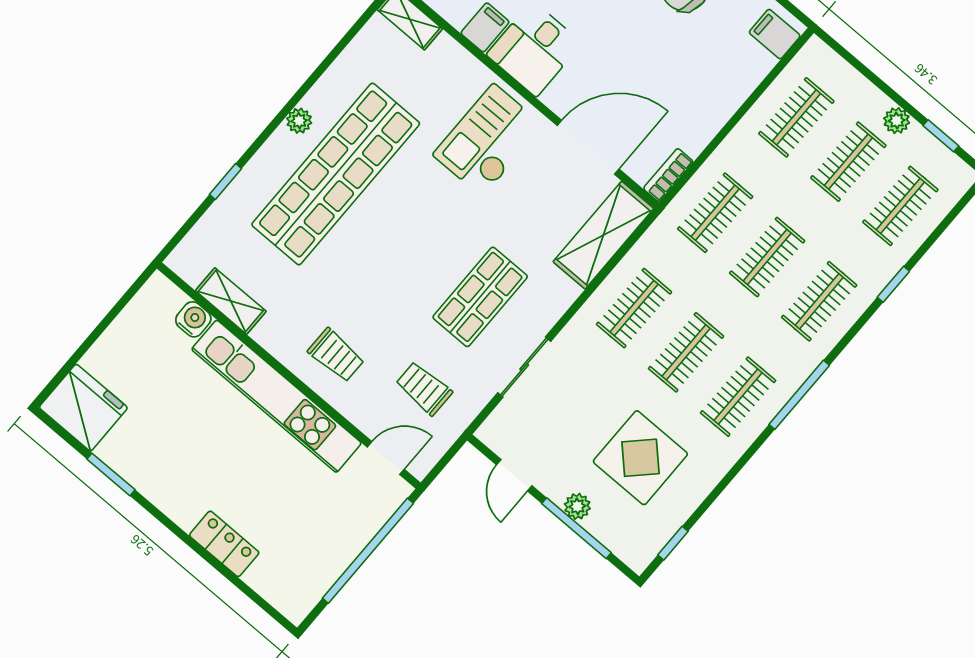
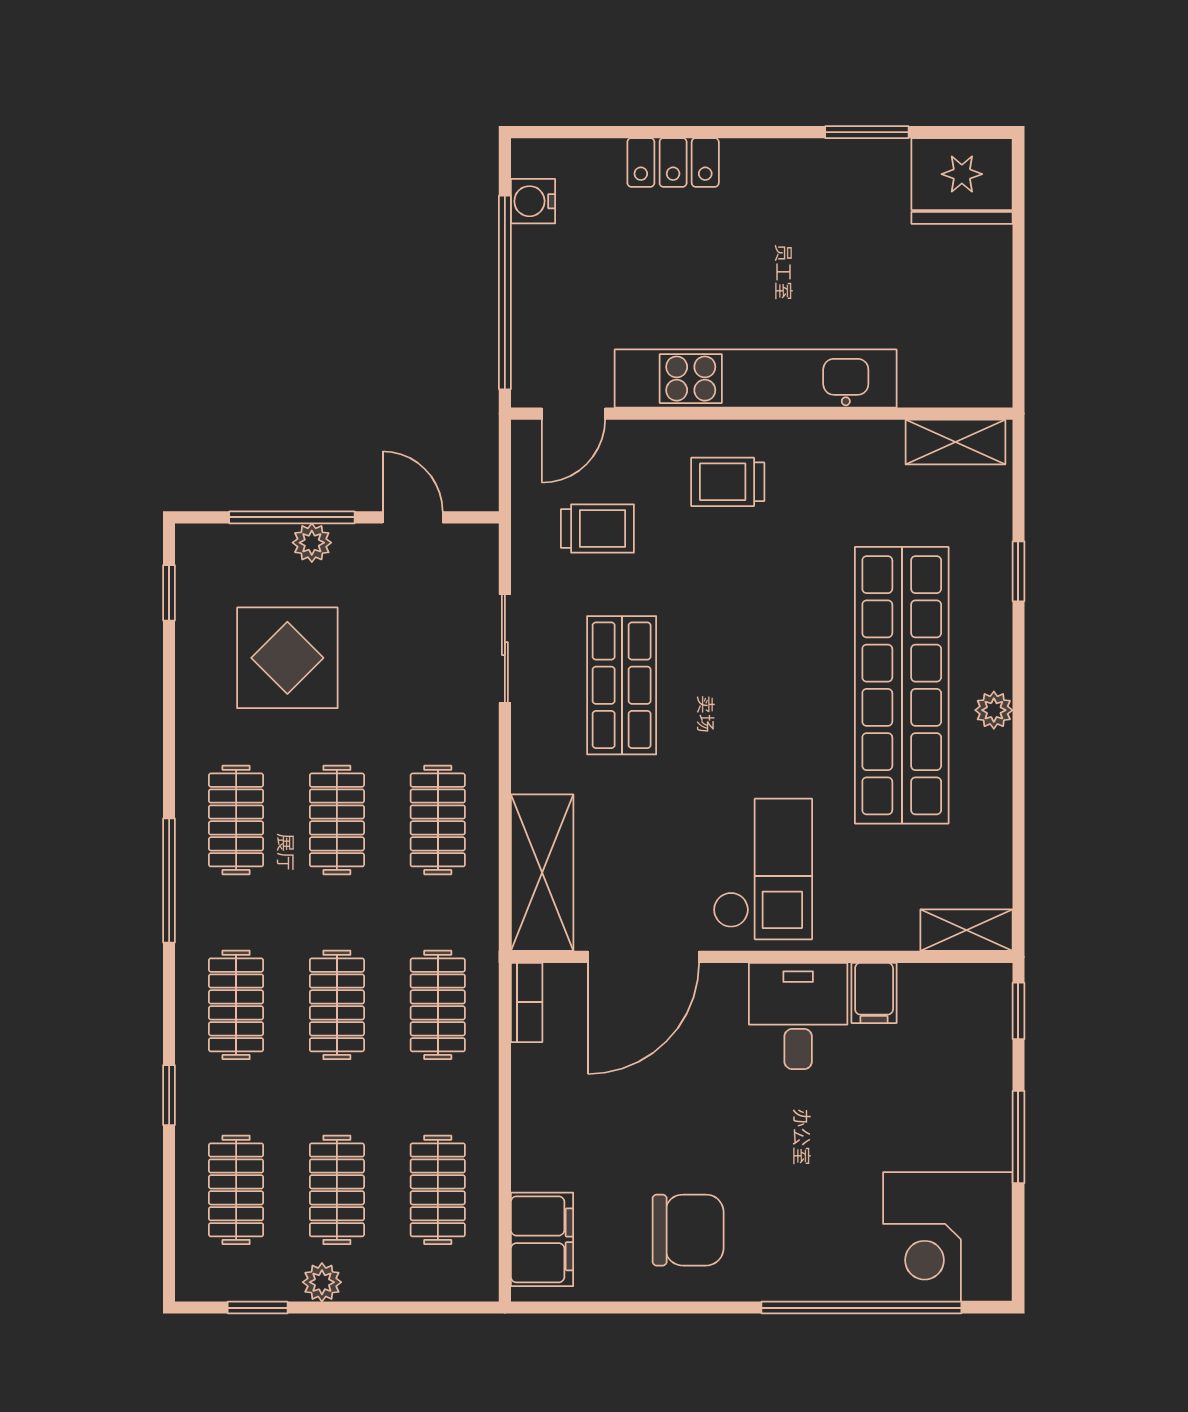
filing cabinet: (775, 34) -> (542, 1239), width x2.00
shelving: (231, 301) -> (955, 442), moved
water cooler: (193, 319) -> (533, 201), moved, turned 90

